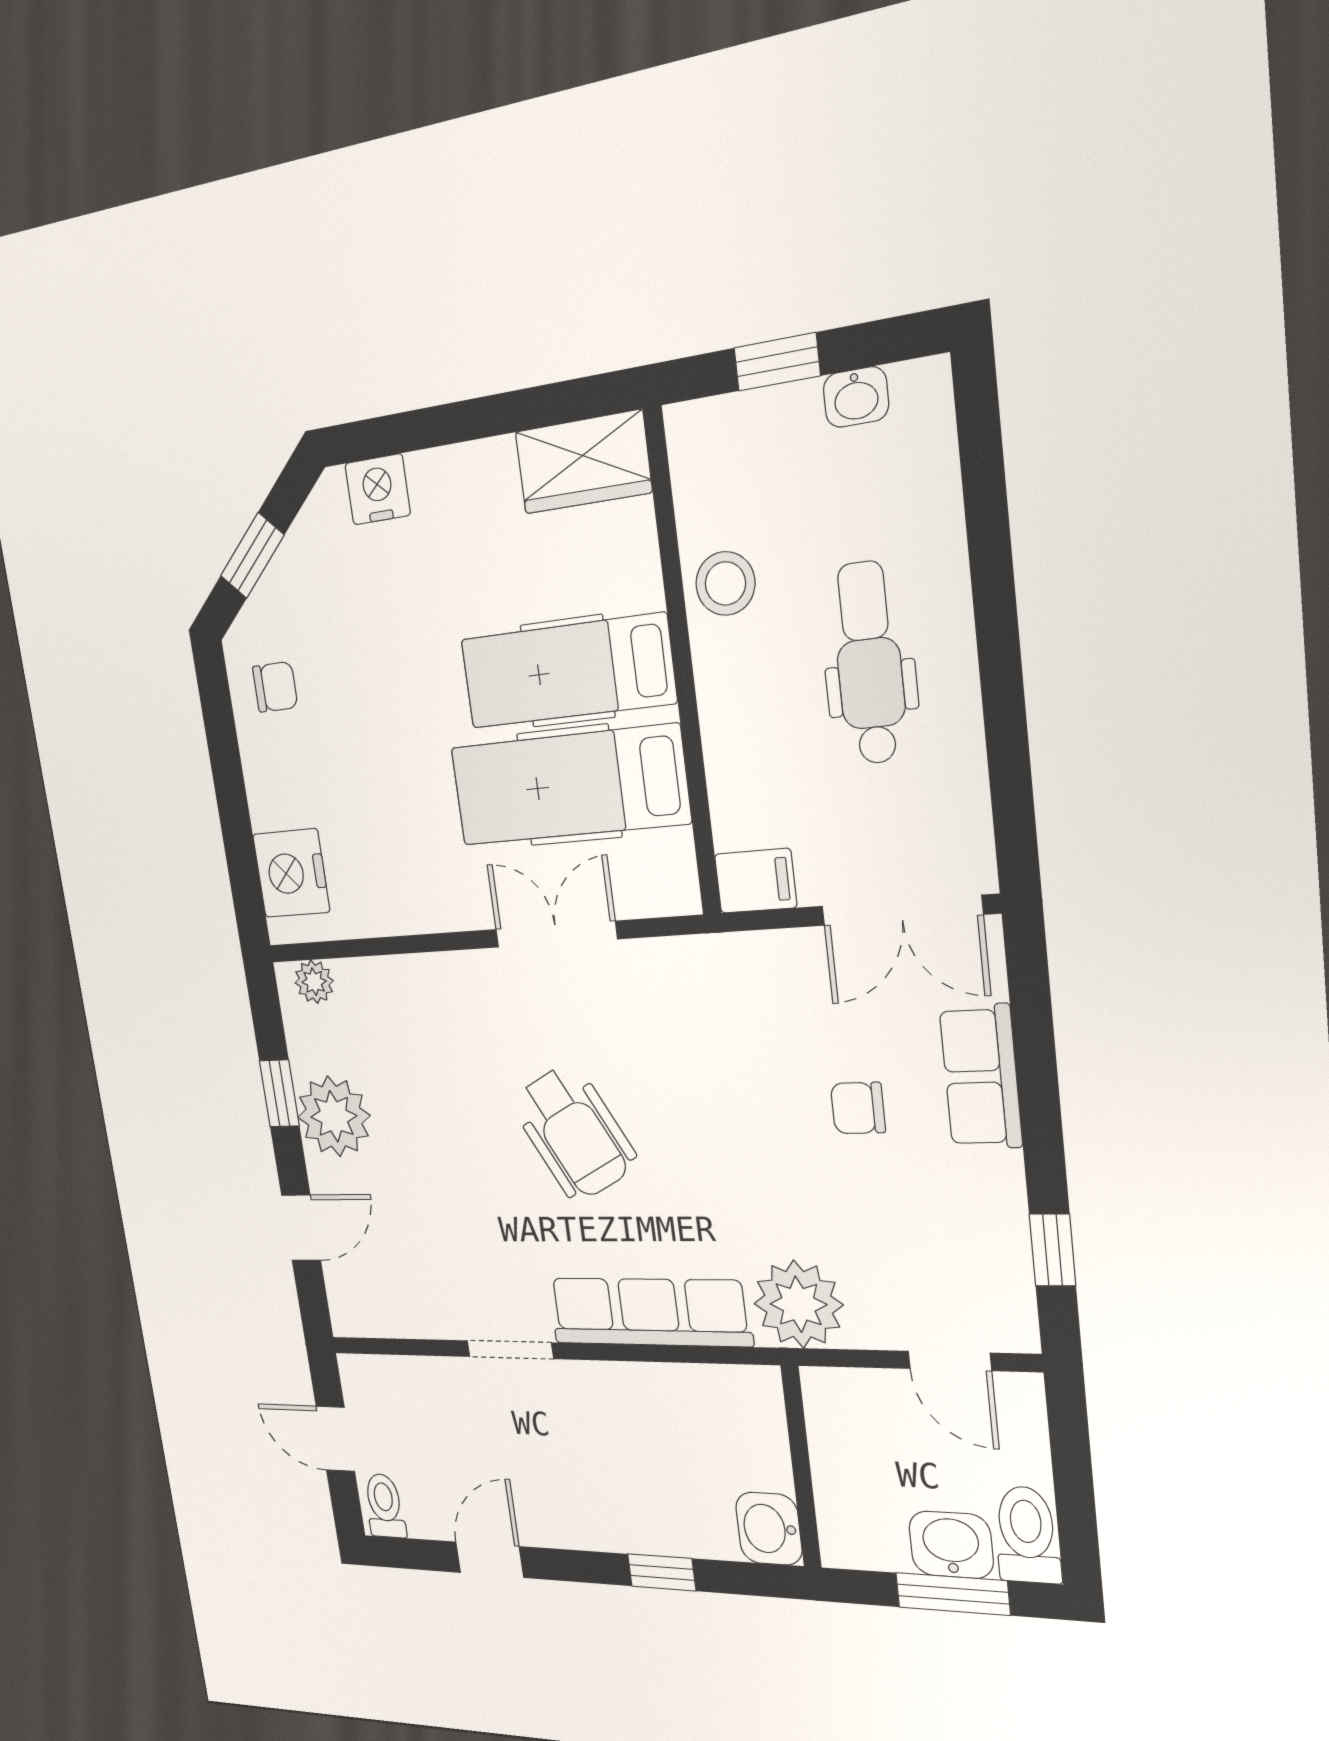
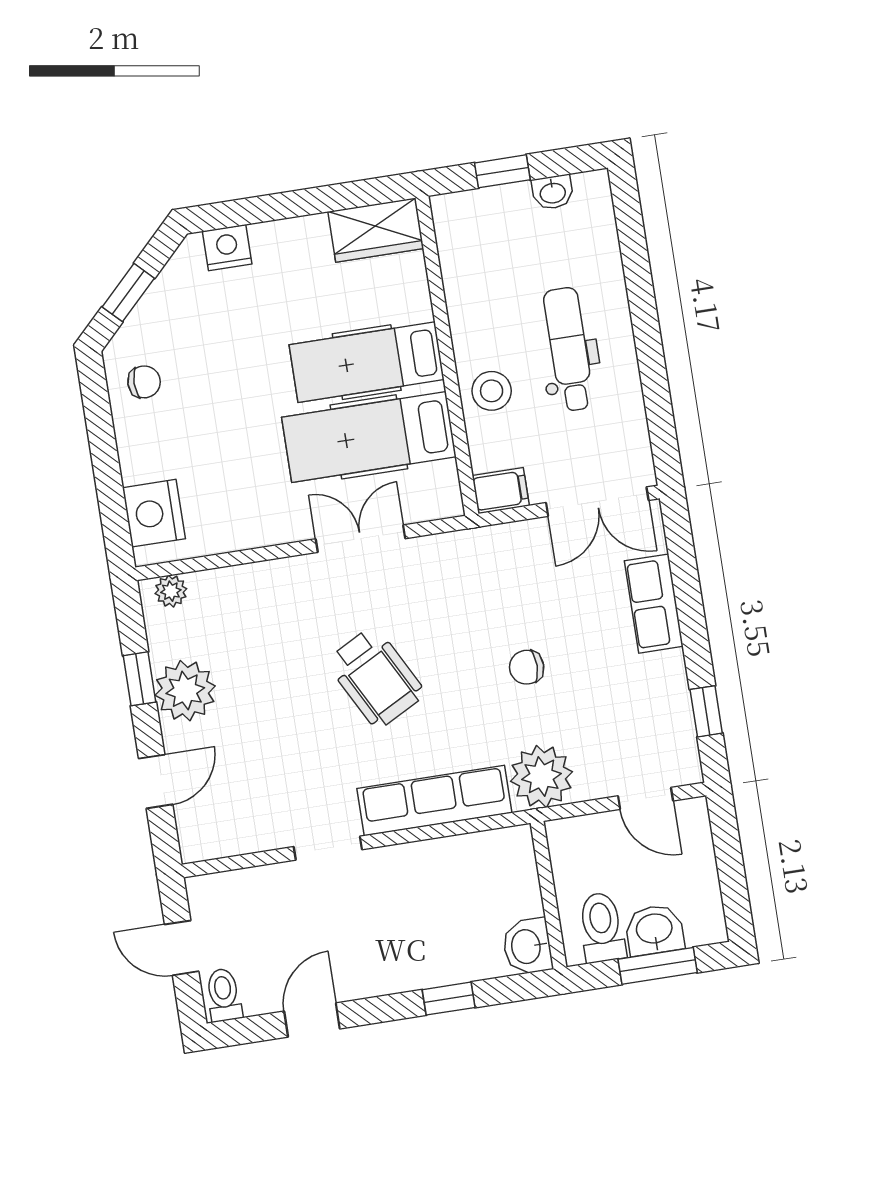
stool: (725, 583) -> (492, 391), moved
chair: (858, 1108) -> (527, 667), moved
toilet: (1027, 1535) -> (602, 927), moved

